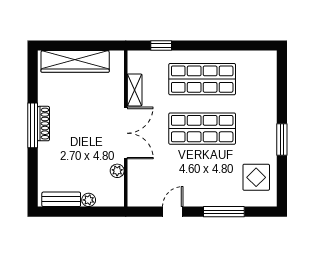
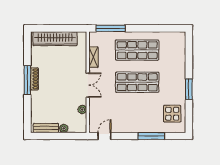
window: (161, 46) -> (111, 28), width x2.17
double door: (126, 133) -> (88, 85), width x0.73
door: (173, 212) -> (104, 136), moved

